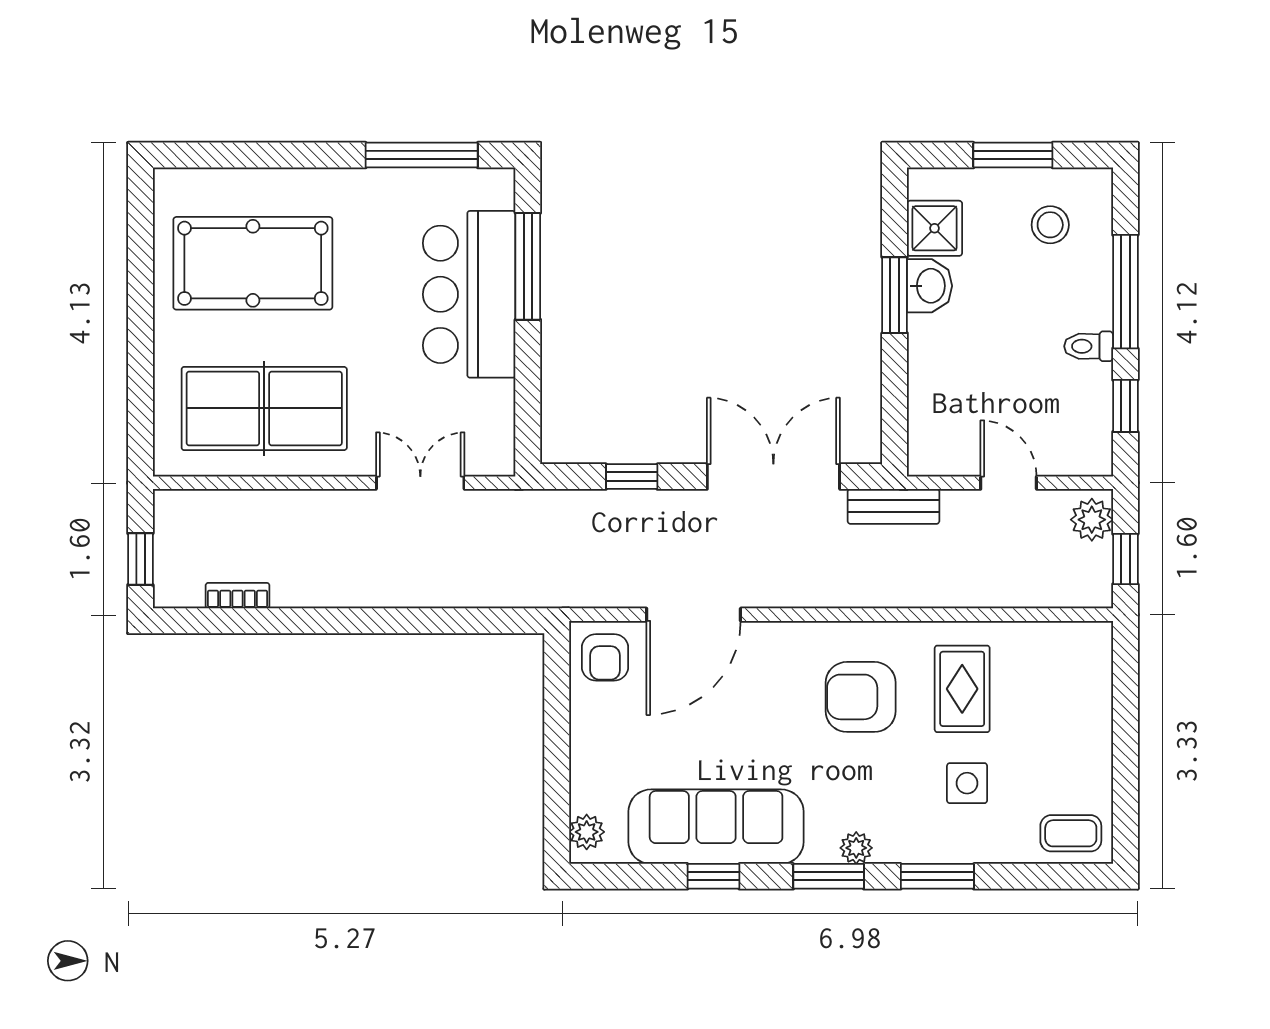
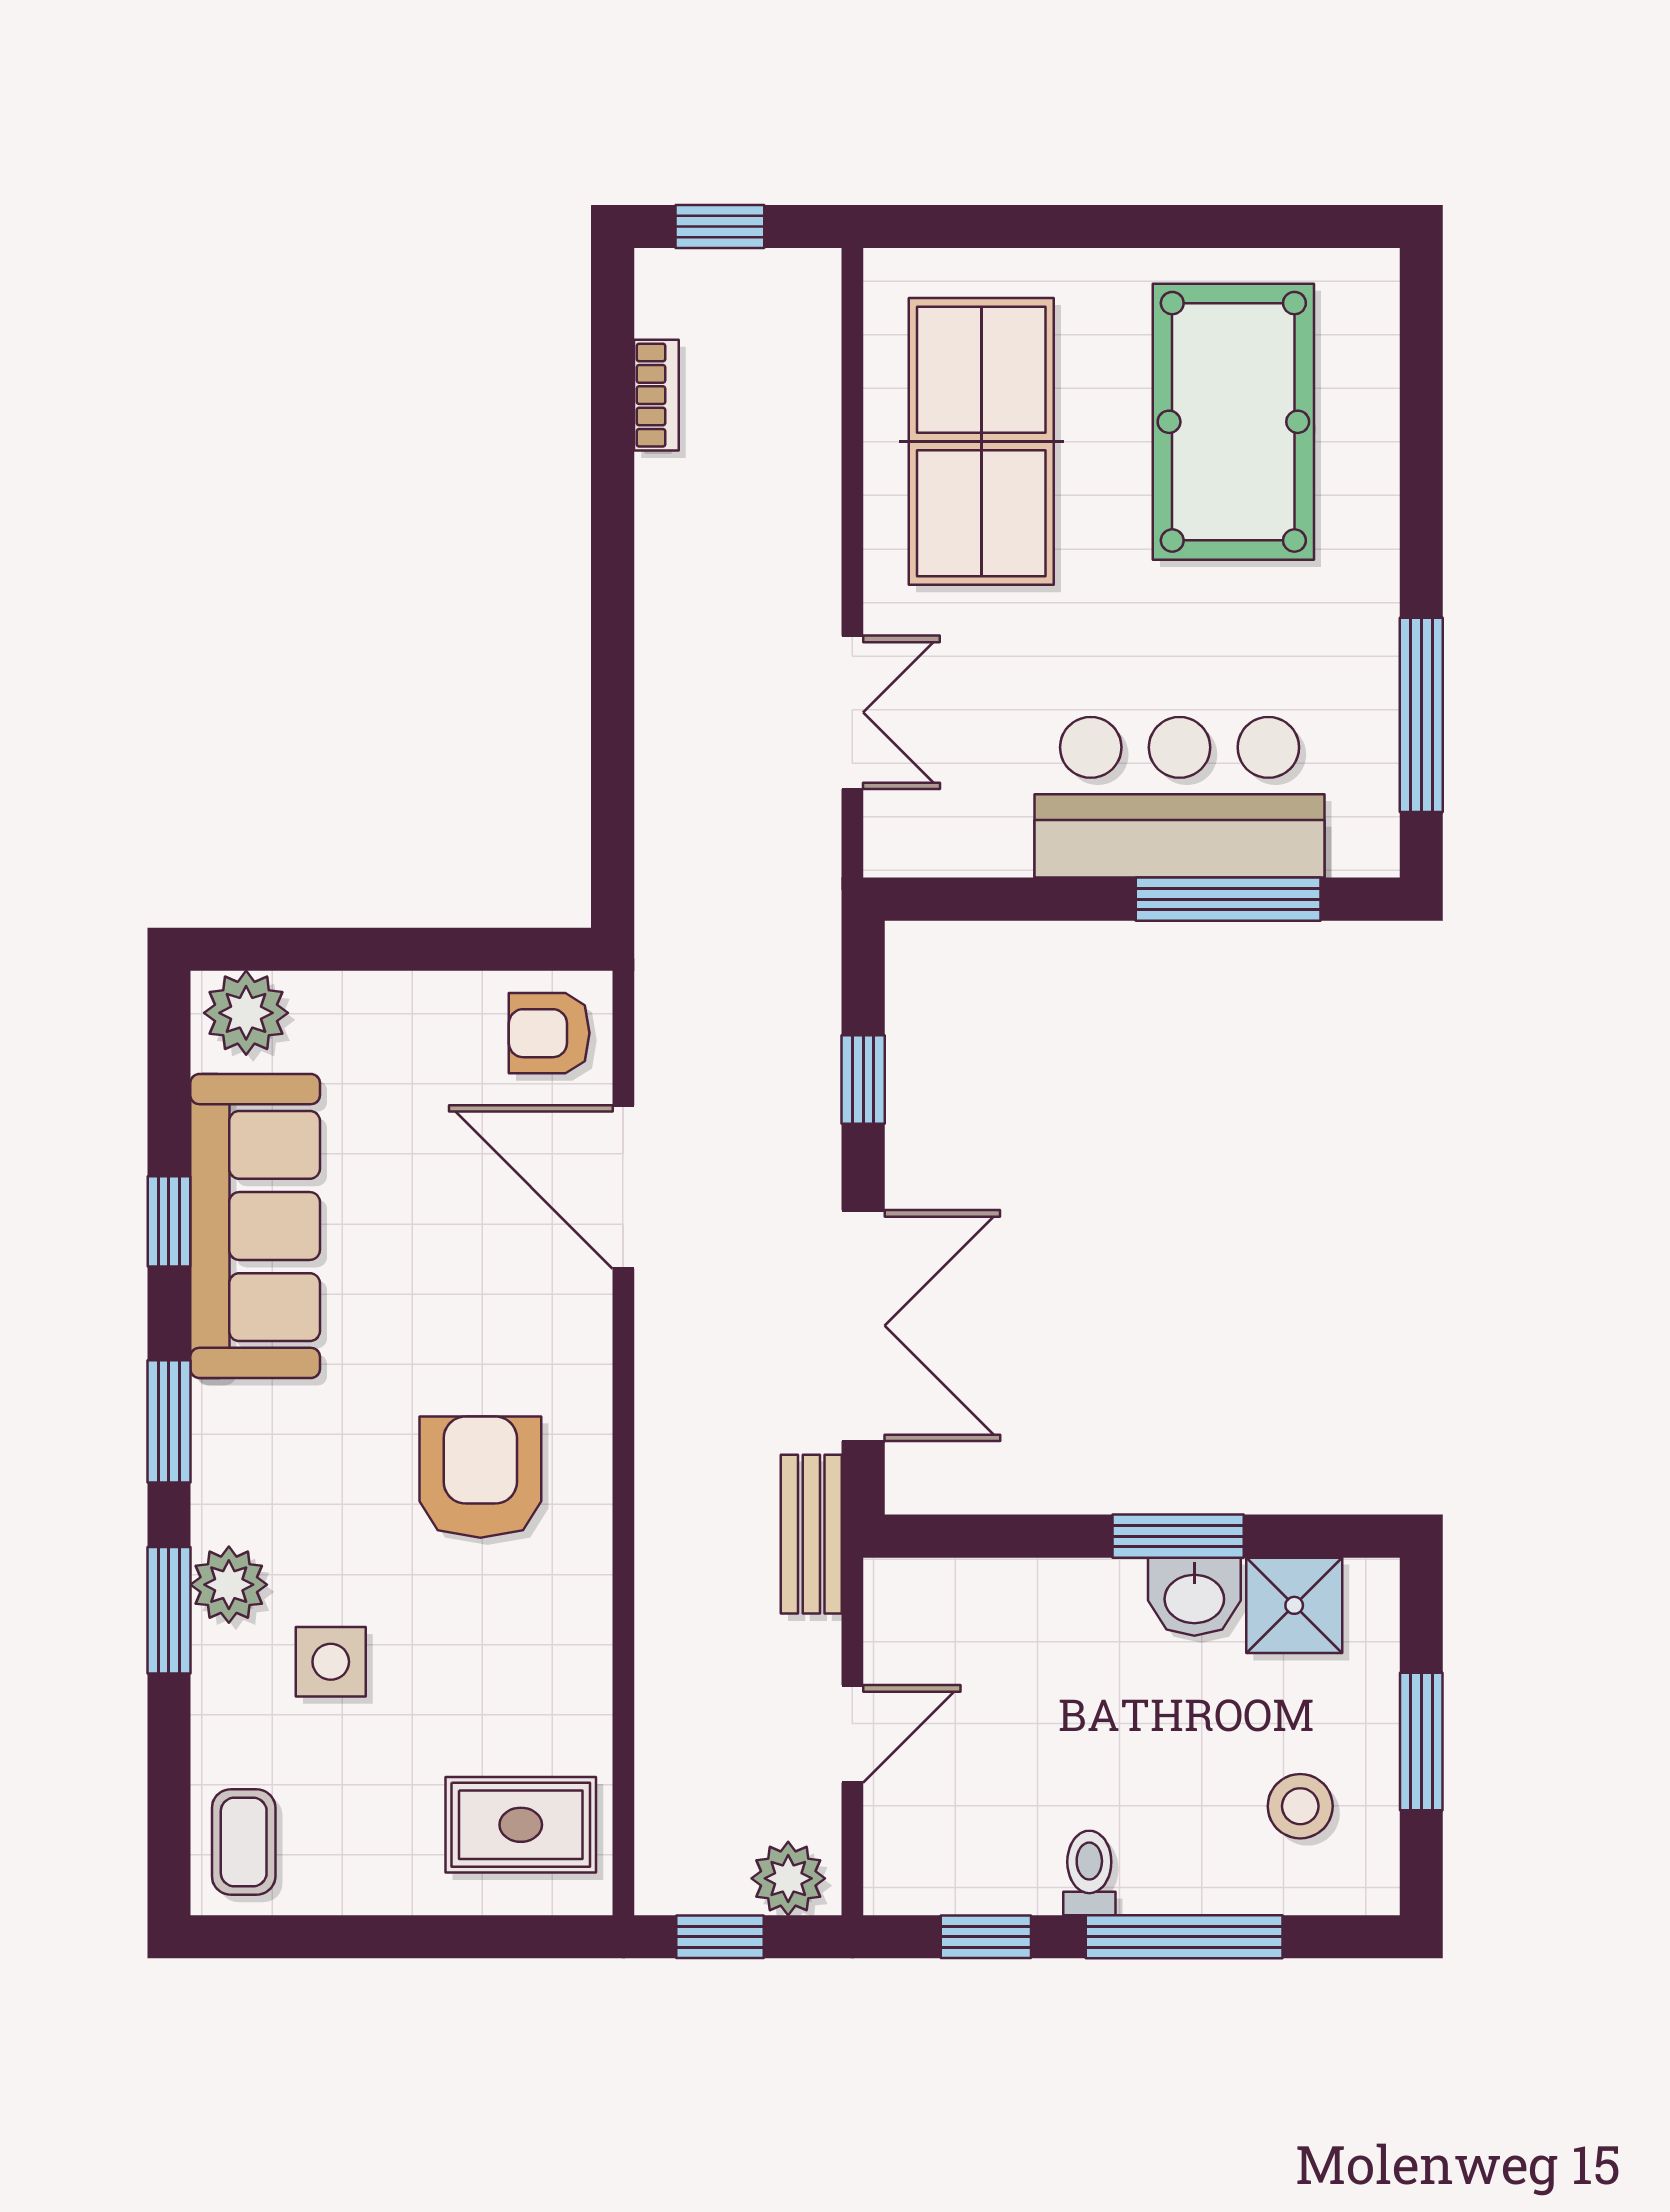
rug: (962, 689) -> (521, 1825), moved
plant: (587, 832) -> (246, 1013), width x1.38, depth x1.38
plant: (856, 848) -> (229, 1585), moved, width x1.38, depth x1.38

